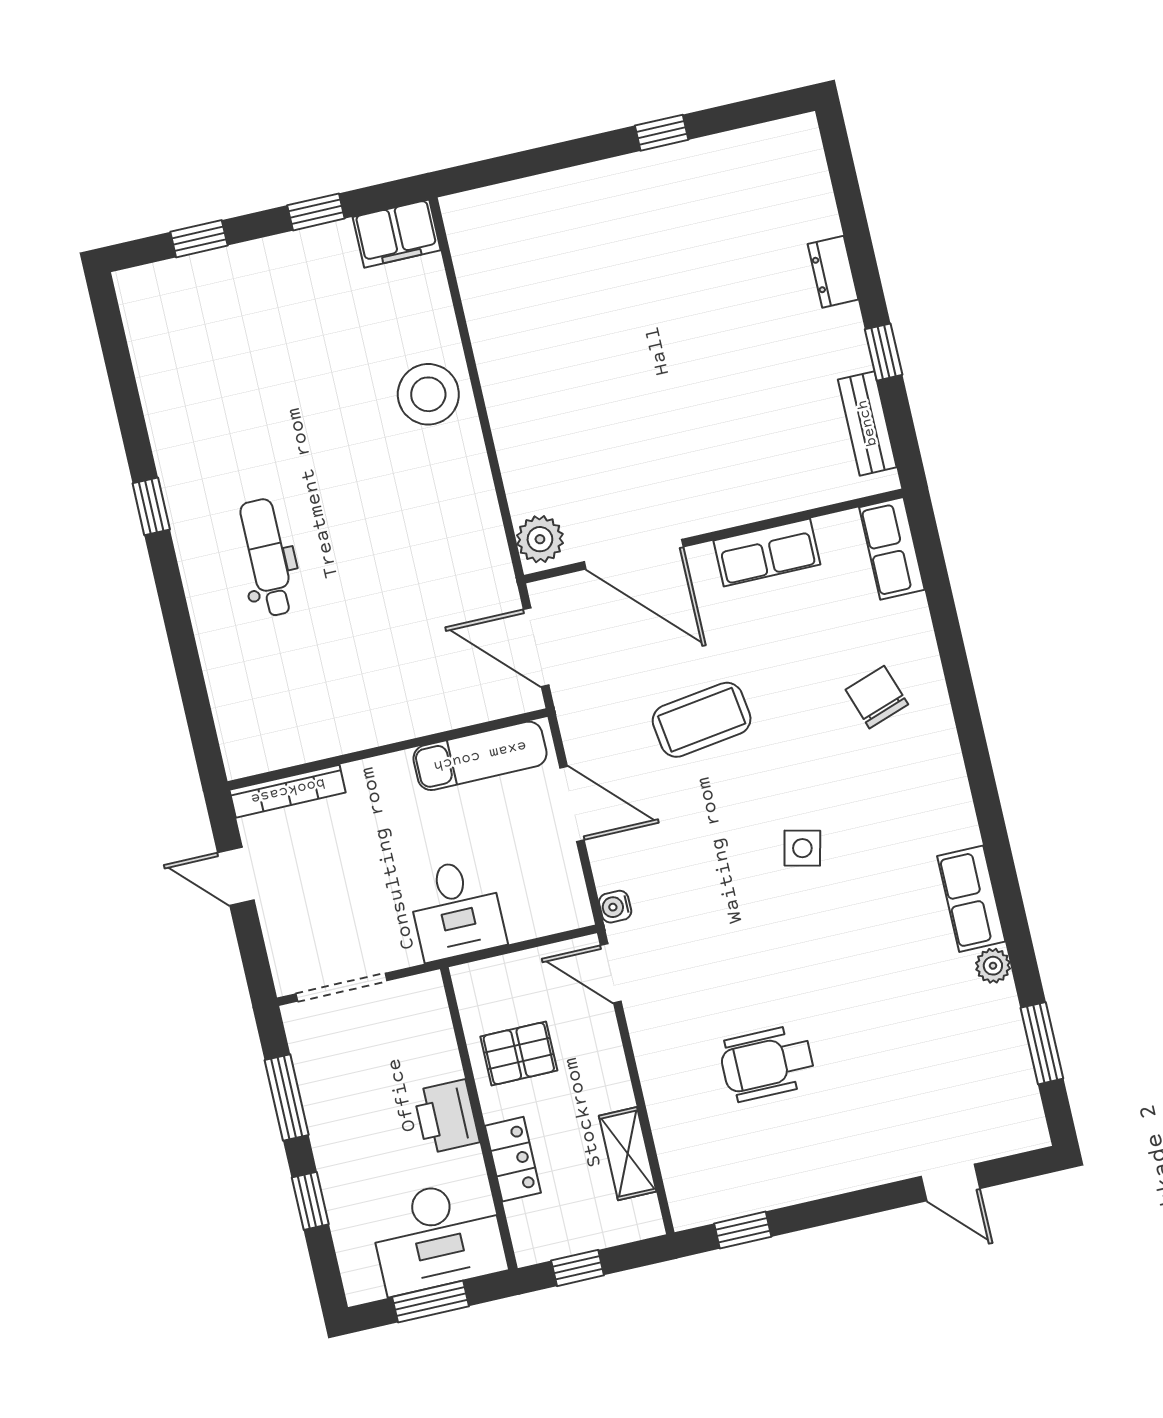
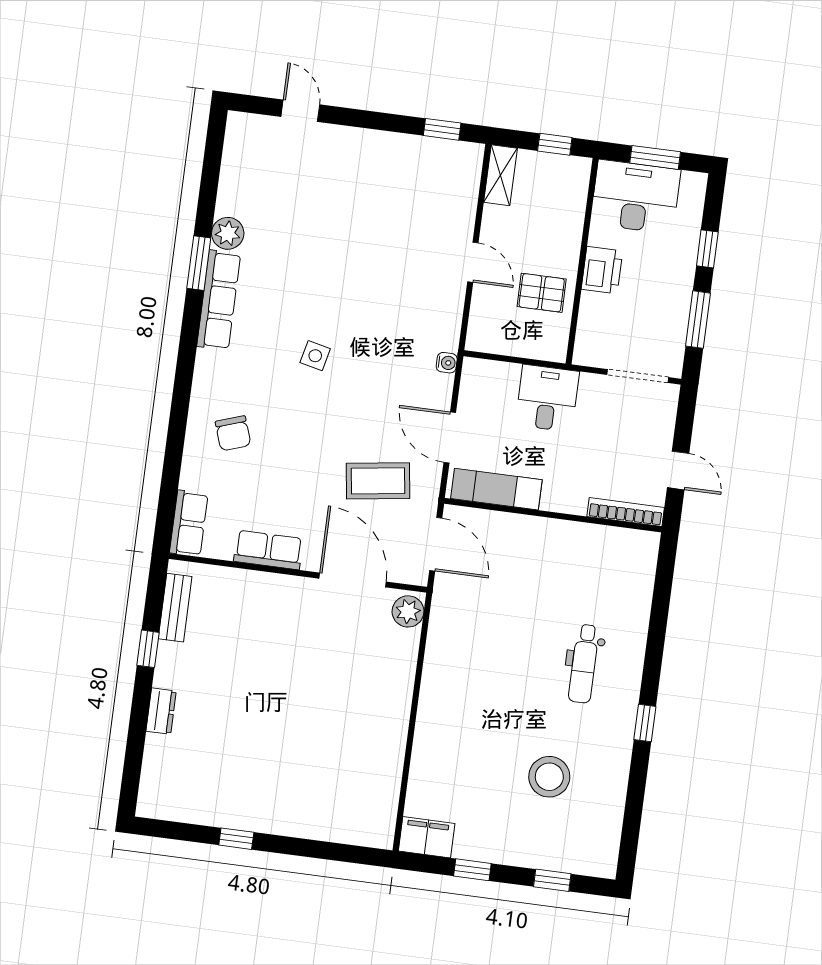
stool: (428, 394) -> (549, 777), moved
coffee table: (702, 720) -> (378, 481), moved
row of seats: (971, 899) -> (219, 300), width x1.48
plant: (993, 966) -> (228, 233), width x1.38, depth x1.38
door: (611, 973) -> (473, 262), moved
window: (1042, 1043) -> (199, 263), moved
wheelchair: (767, 1063) -> (388, 229), removed
shelving: (628, 1154) -> (500, 175), moved
locker: (513, 1159) -> (570, 228), removed

